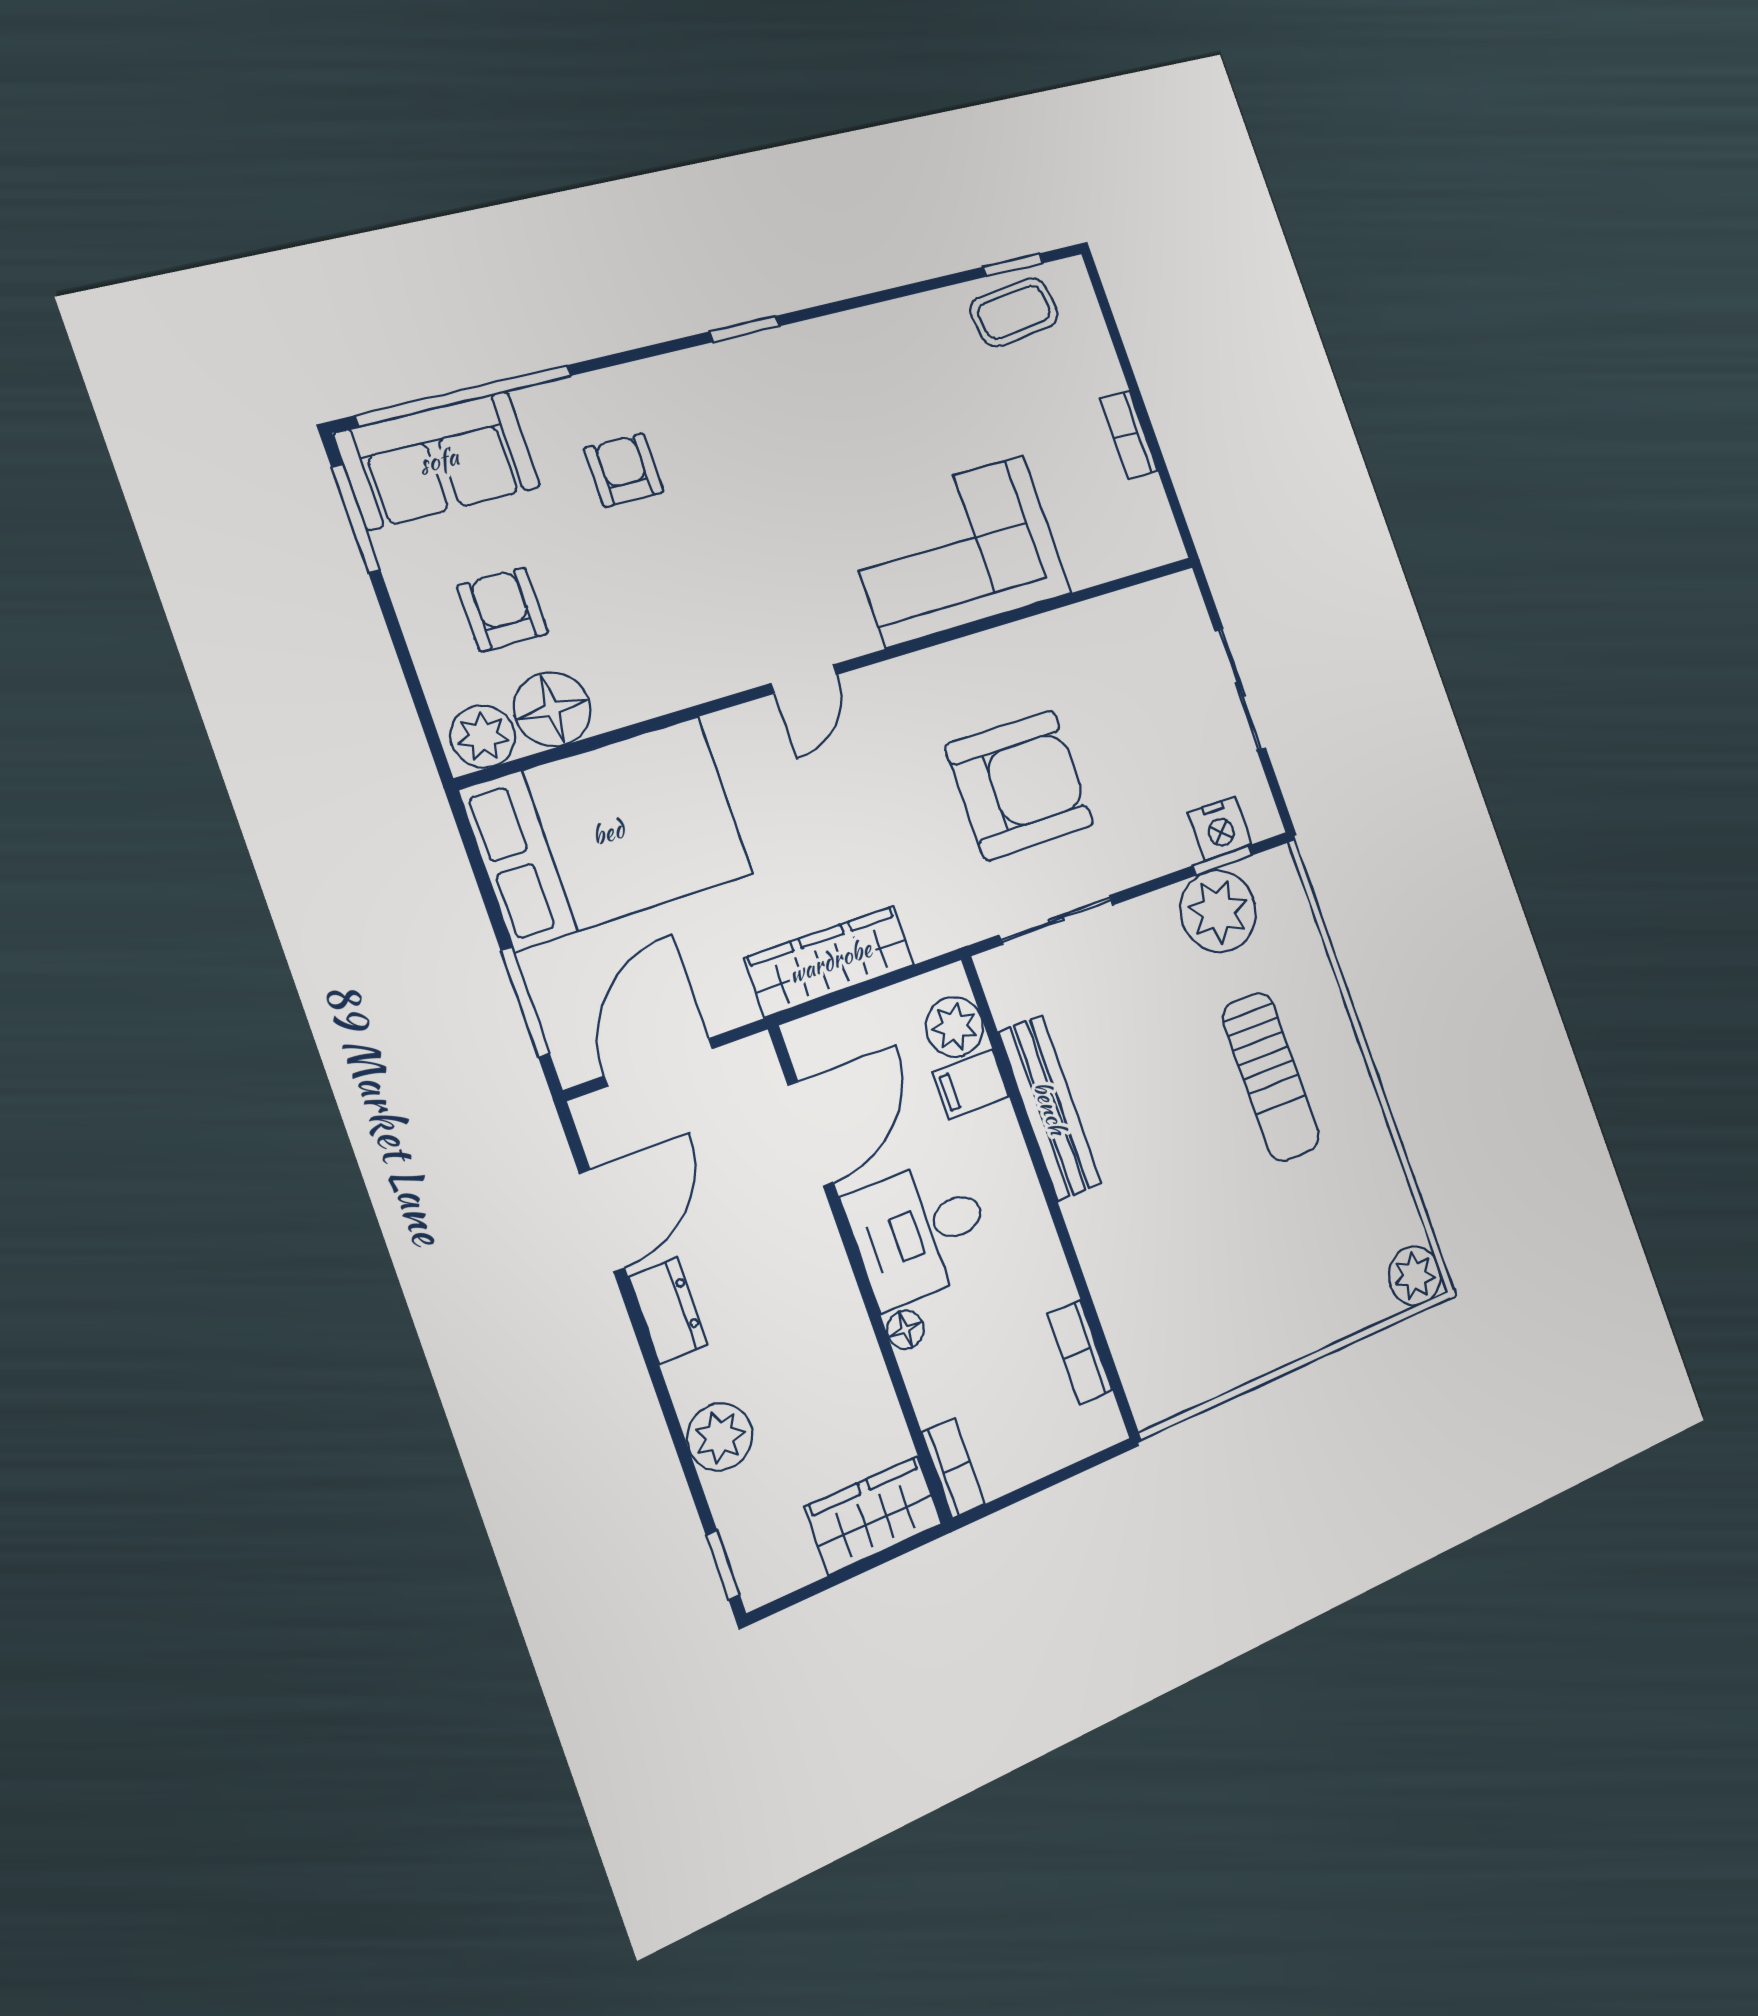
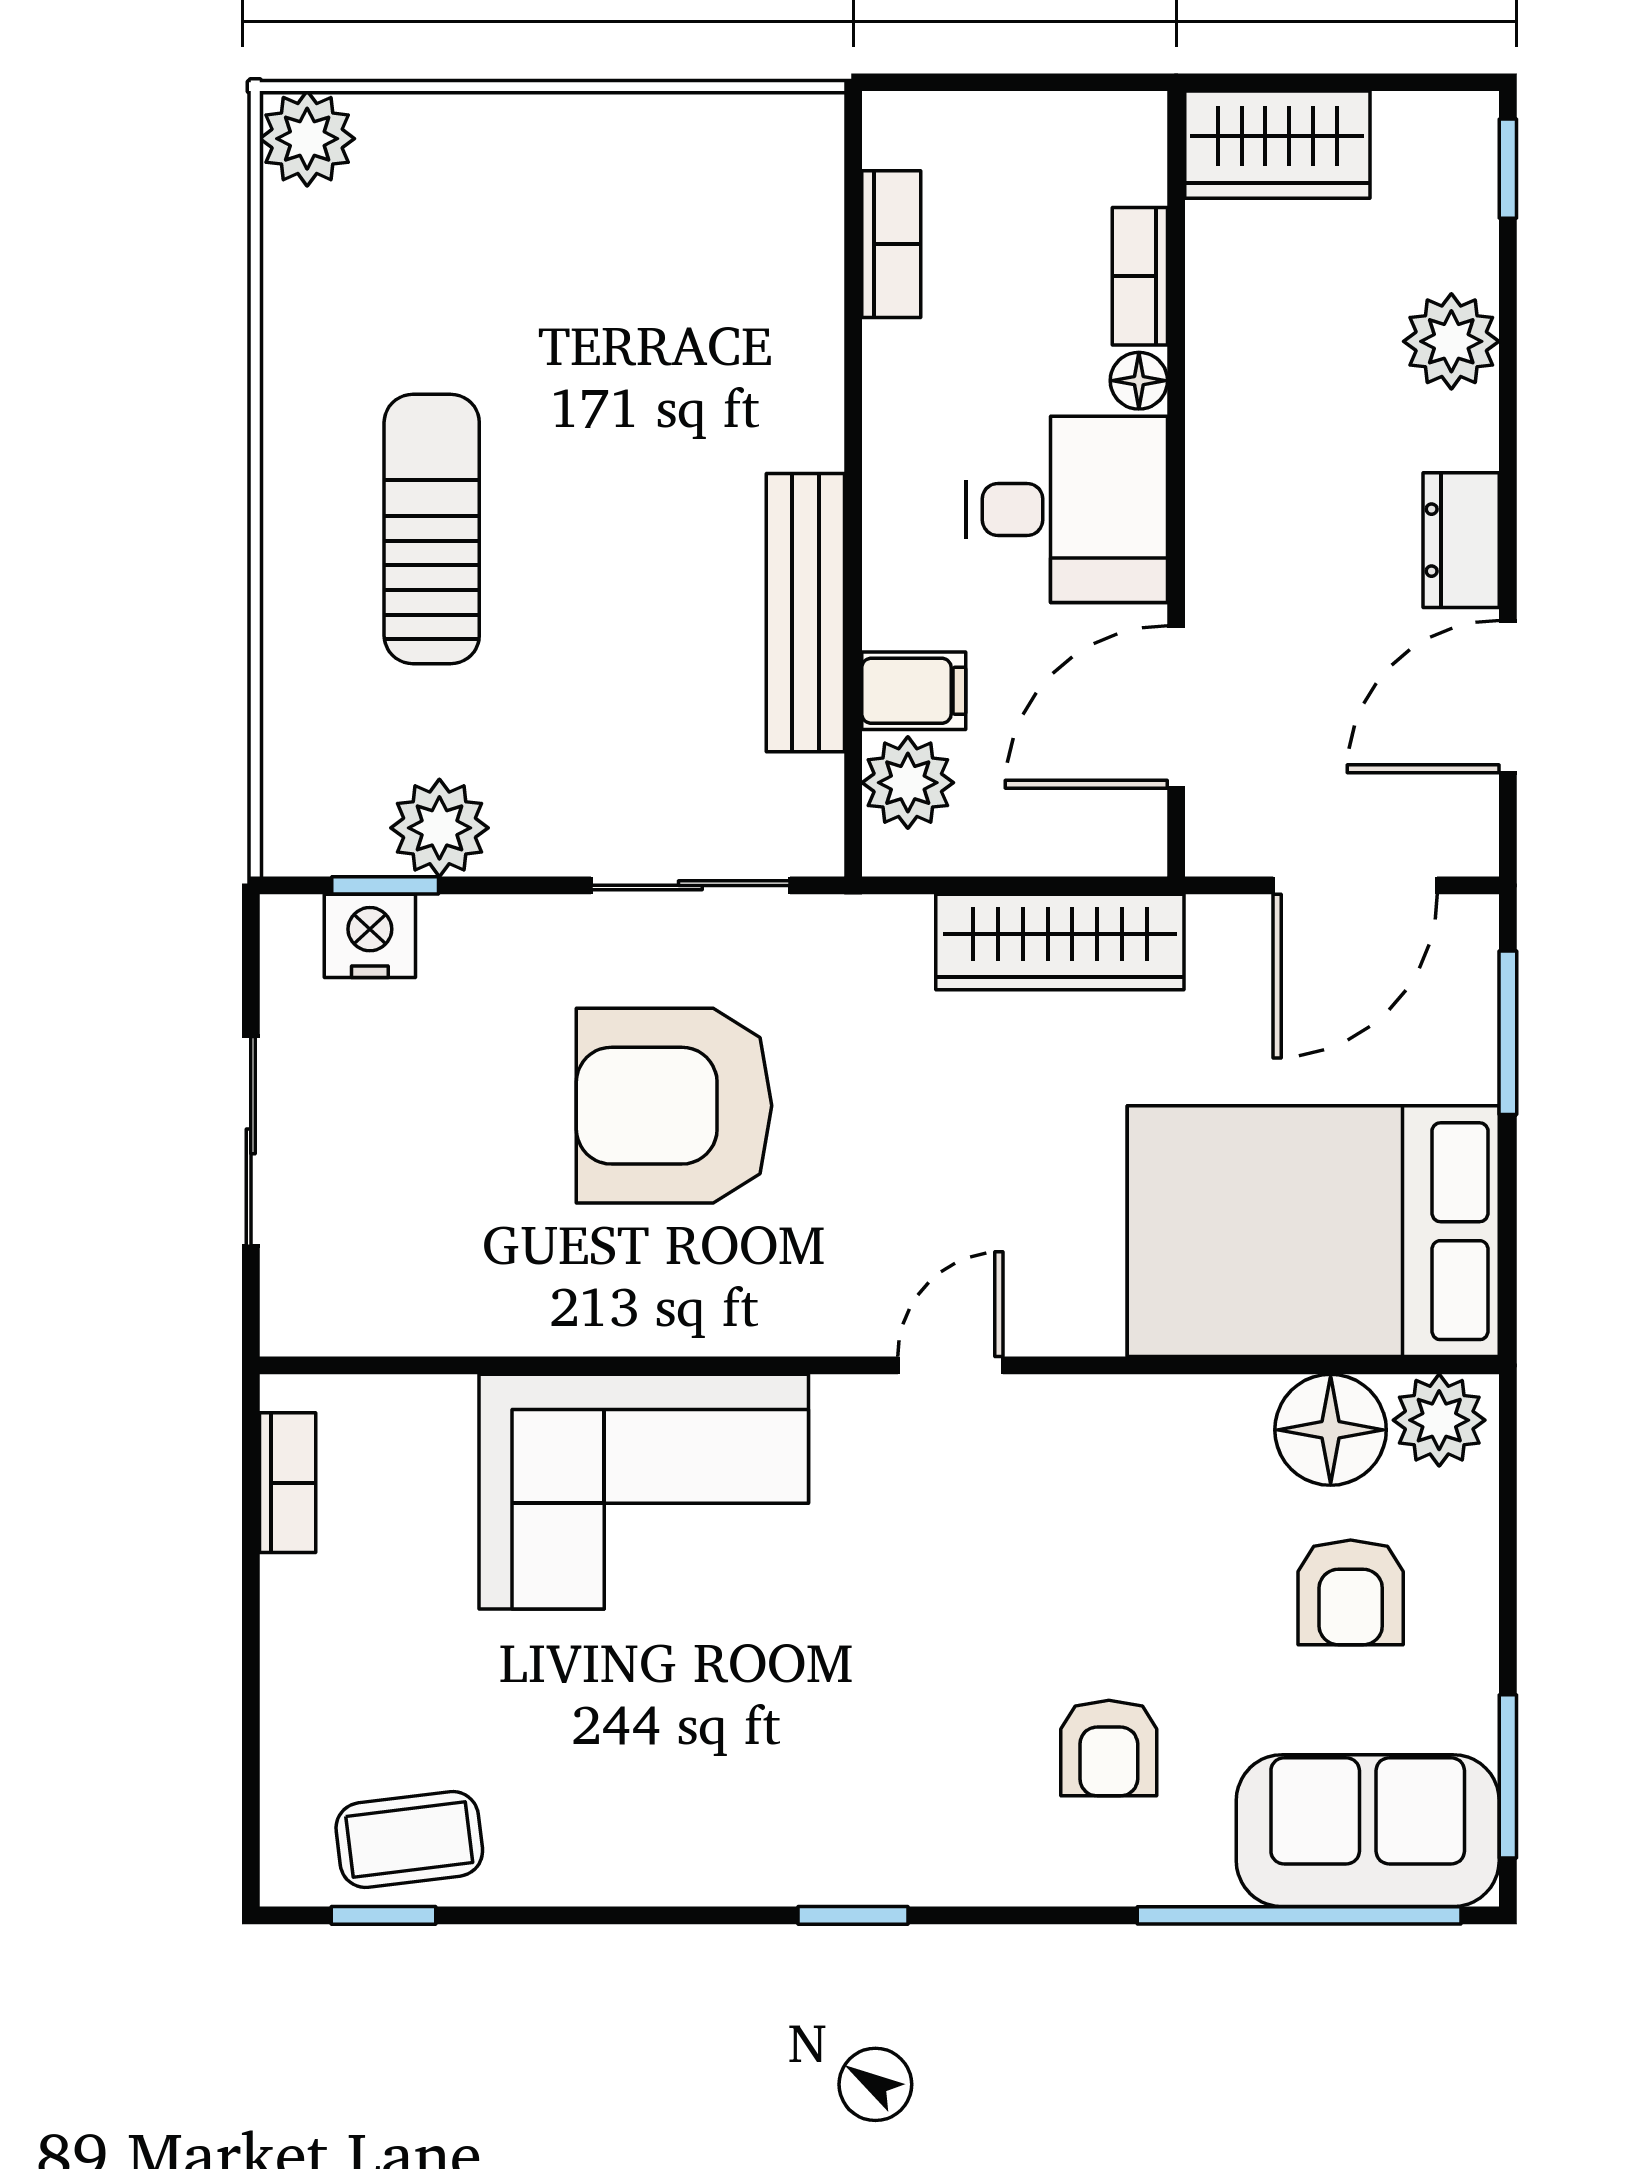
bookcase: (1129, 435) -> (288, 1483), moved
plant: (1218, 911) -> (439, 828), width x0.73, depth x0.73
bookcase: (953, 1468) -> (1140, 276), moved

